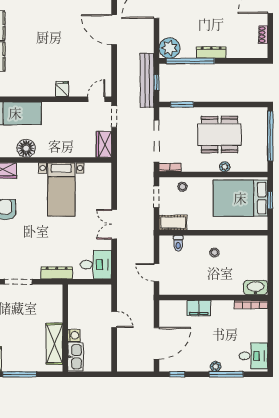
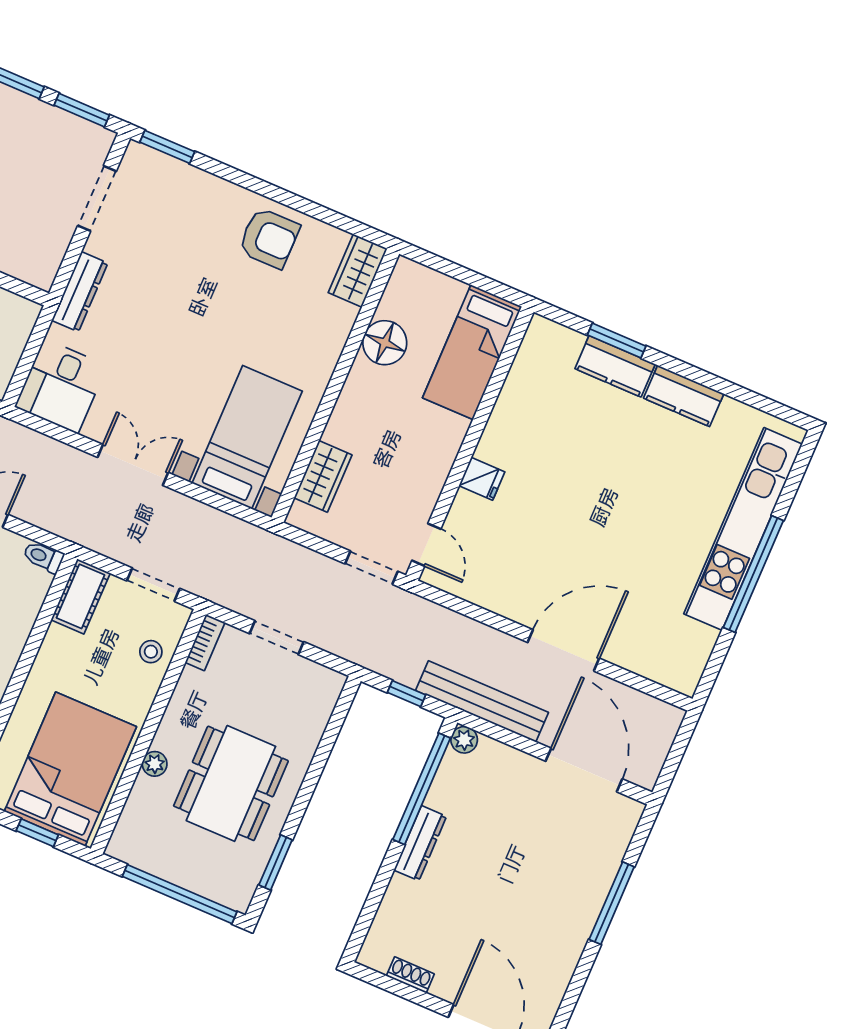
plant: (169, 48) -> (464, 740), width x0.53, depth x0.53
bench: (147, 80) -> (482, 702), moved
window: (182, 105) -> (276, 862), moved
doorway: (156, 141) -> (277, 638), width x0.53
wardrobe: (104, 144) -> (323, 476), moved, turned 90
bed with nightstands: (61, 189) -> (247, 437), moved, turned 90
toilet: (178, 243) -> (43, 557), moved

